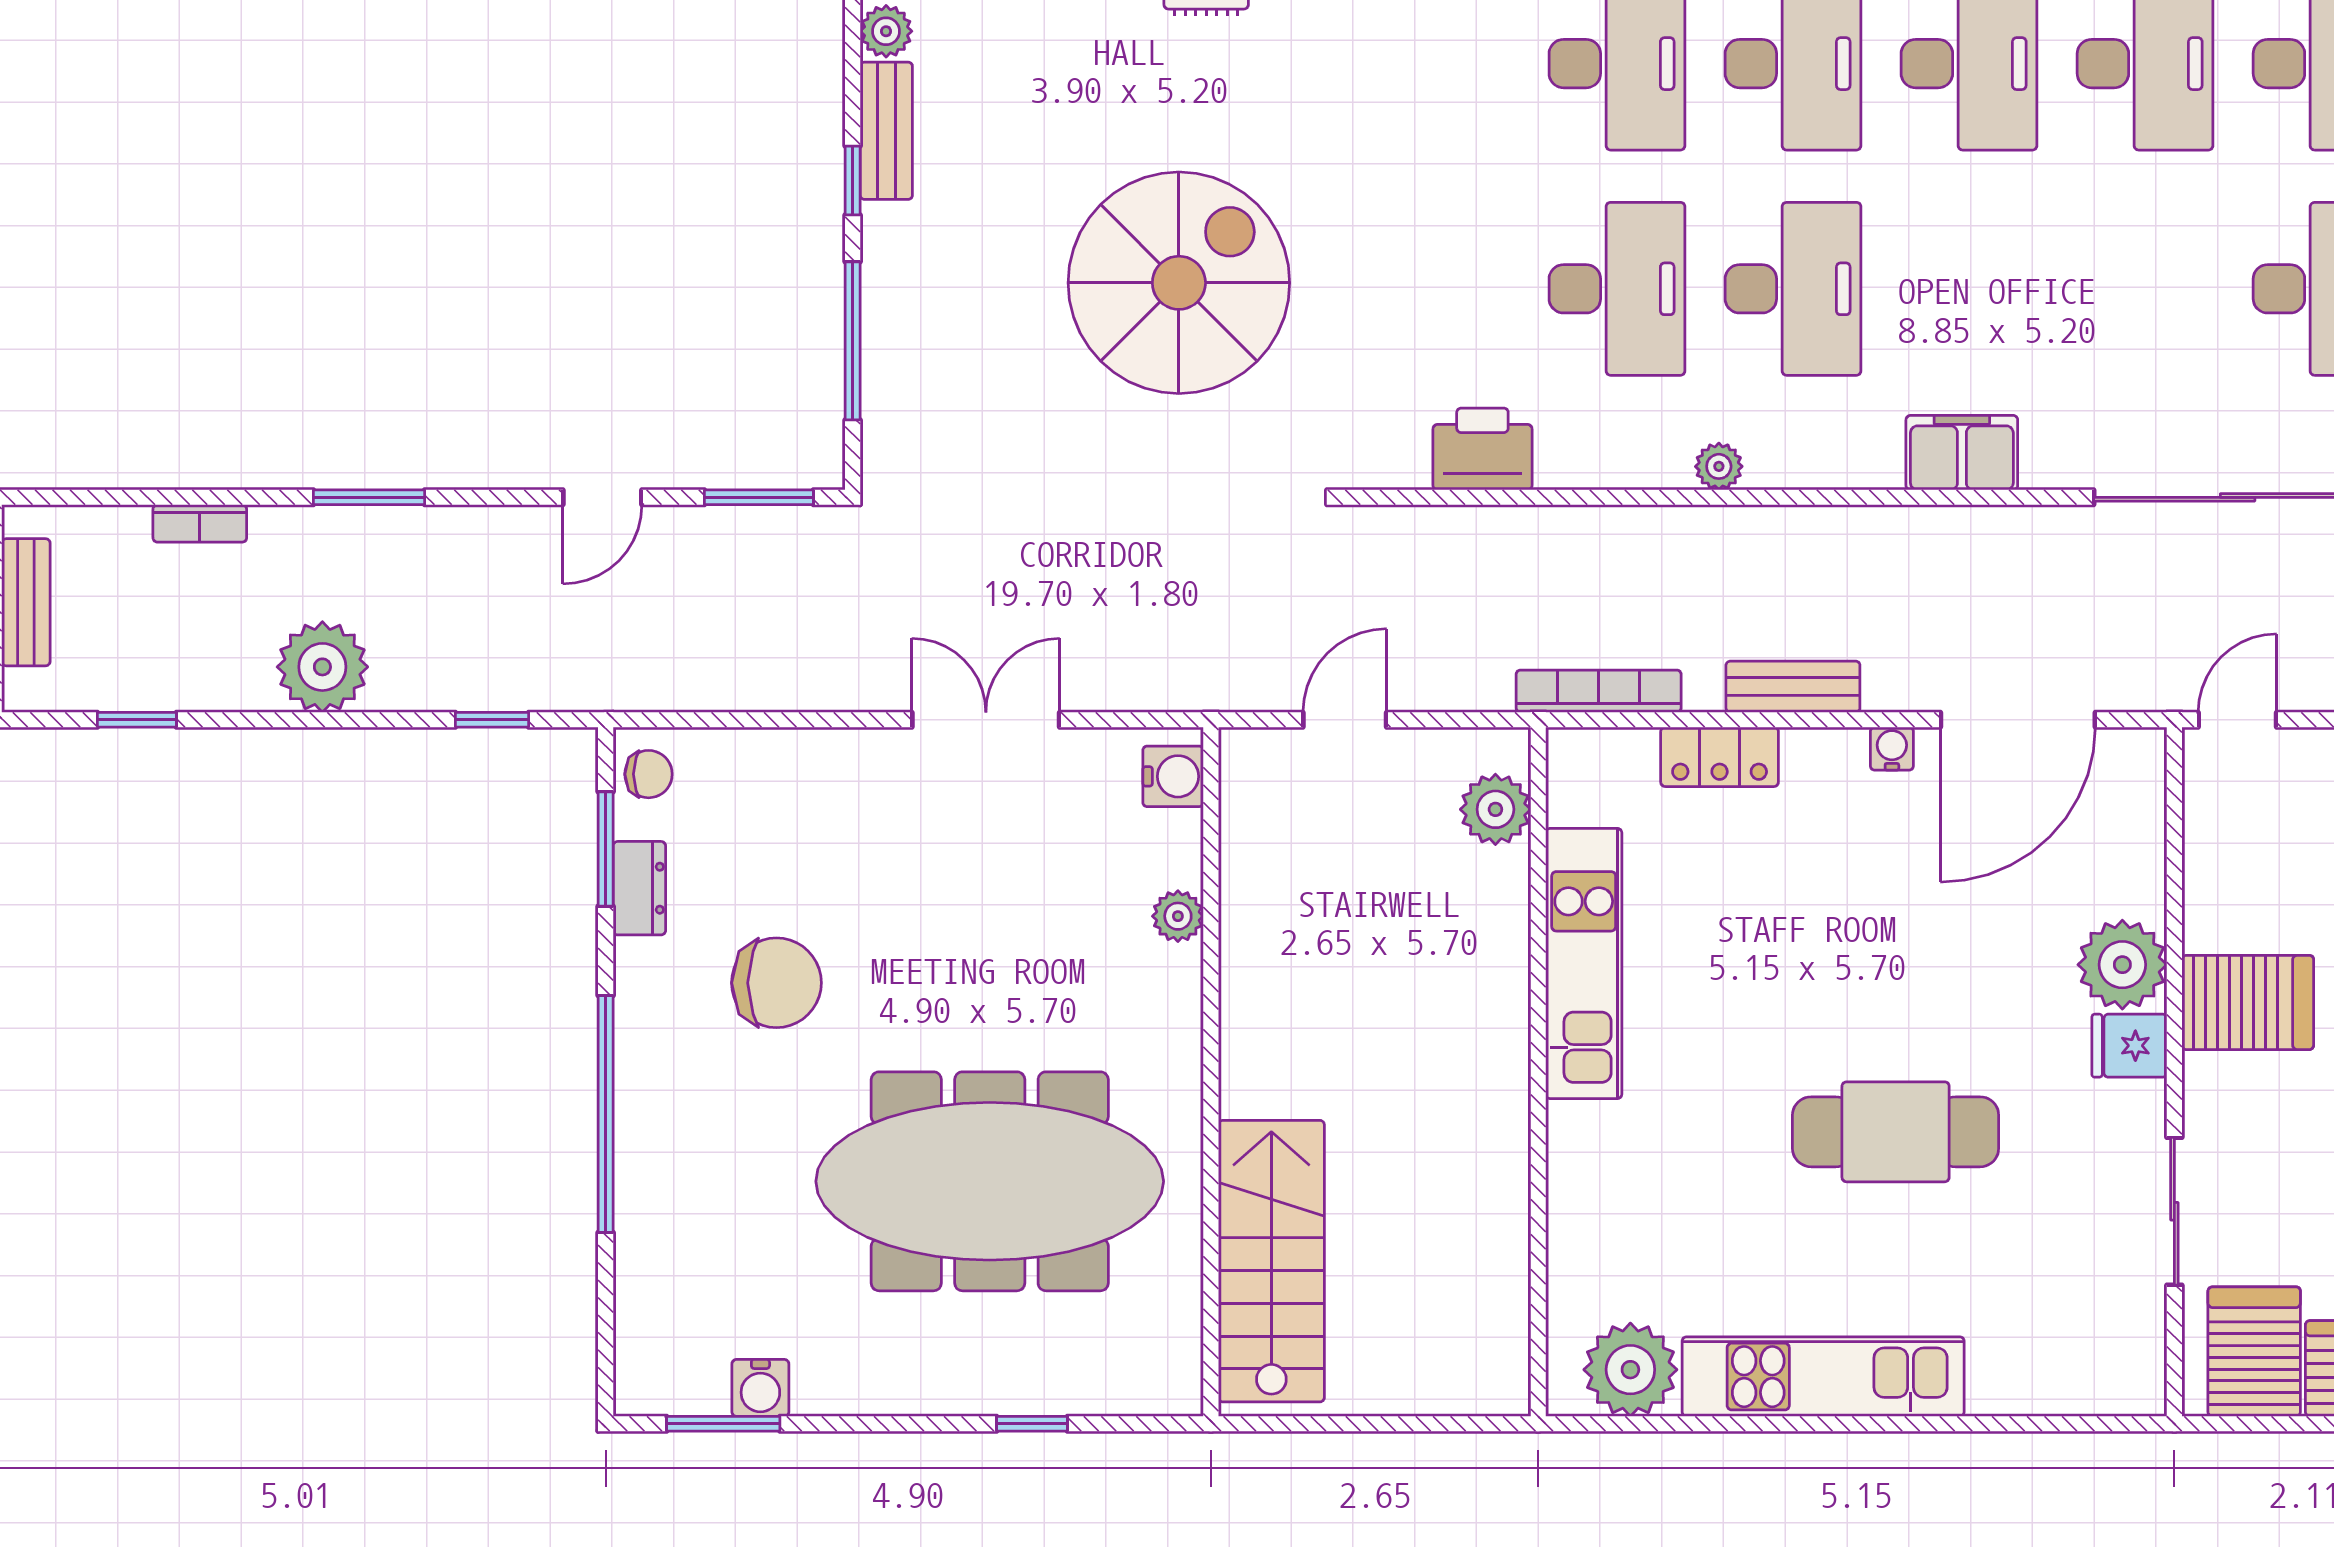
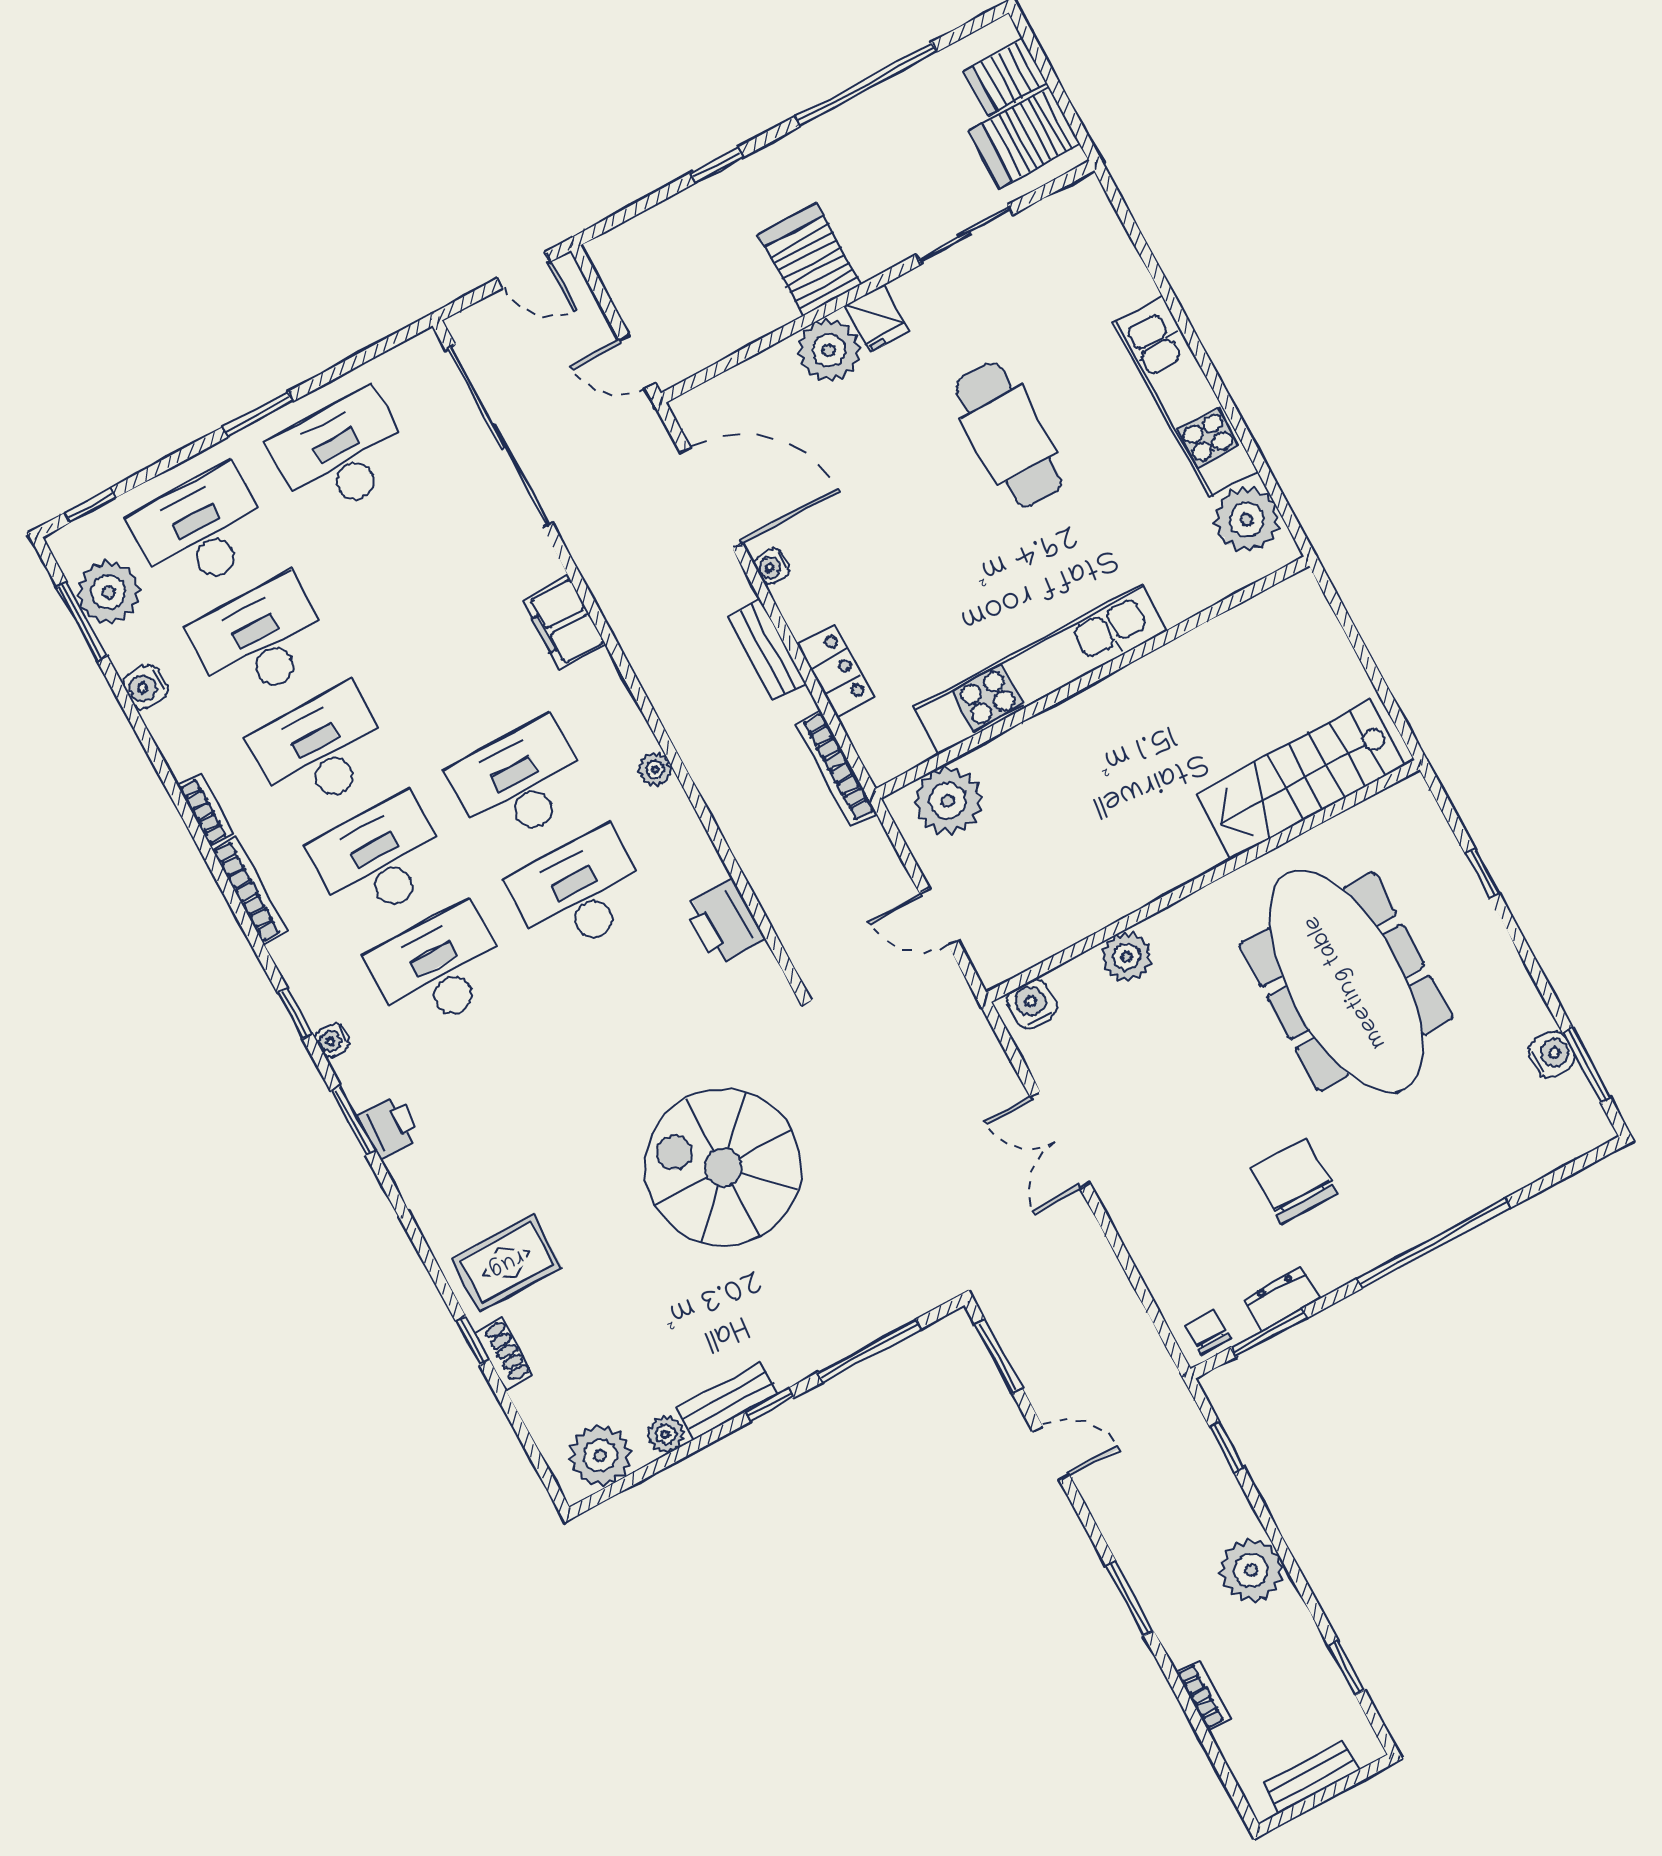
plant: (1495, 809) -> (948, 801), width x1.36, depth x1.36
plant: (1178, 916) -> (1126, 957), width x1.38, depth x1.38
kitchen unit: (1584, 963) -> (1040, 669), width x1.36

